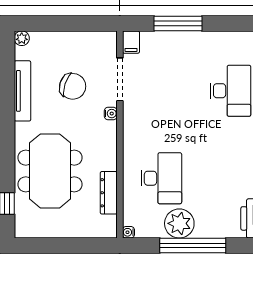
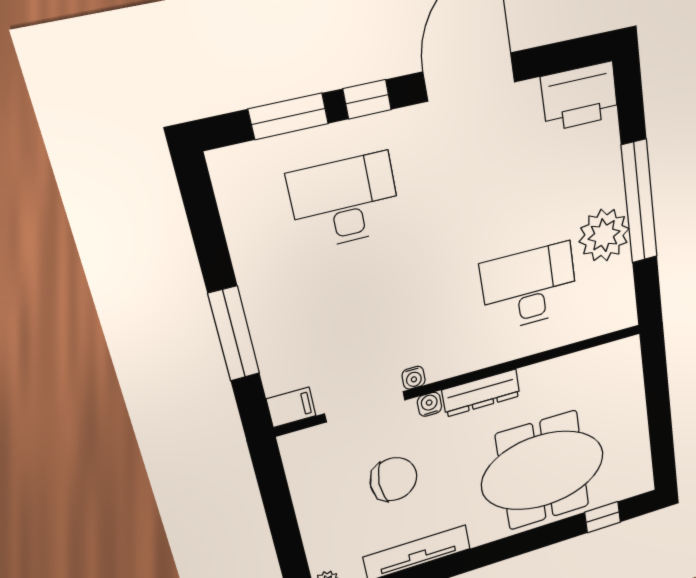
chair: (73, 86) -> (394, 479), turned 72
dresser: (109, 193) -> (481, 393), moved
water cooler: (128, 232) -> (414, 378), moved

